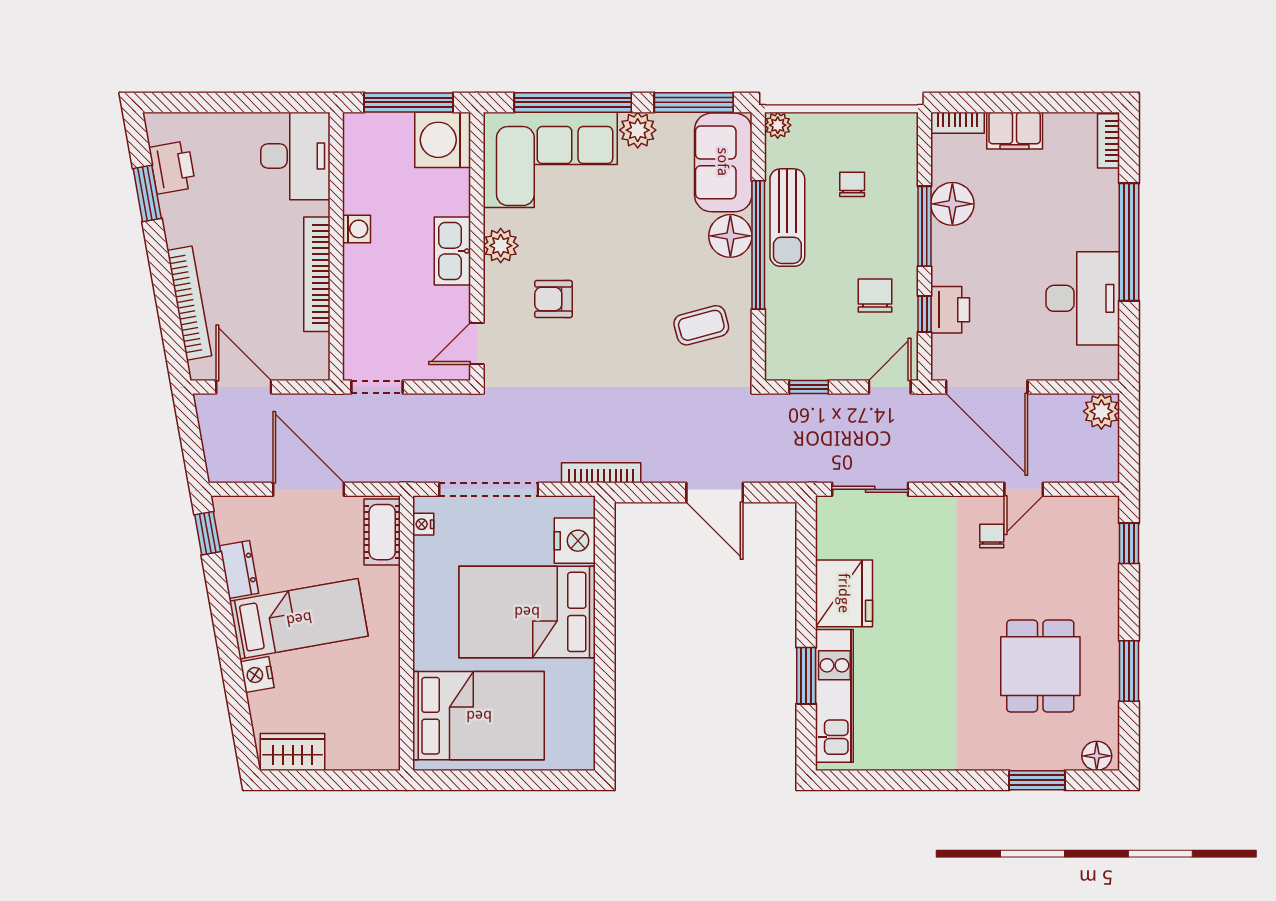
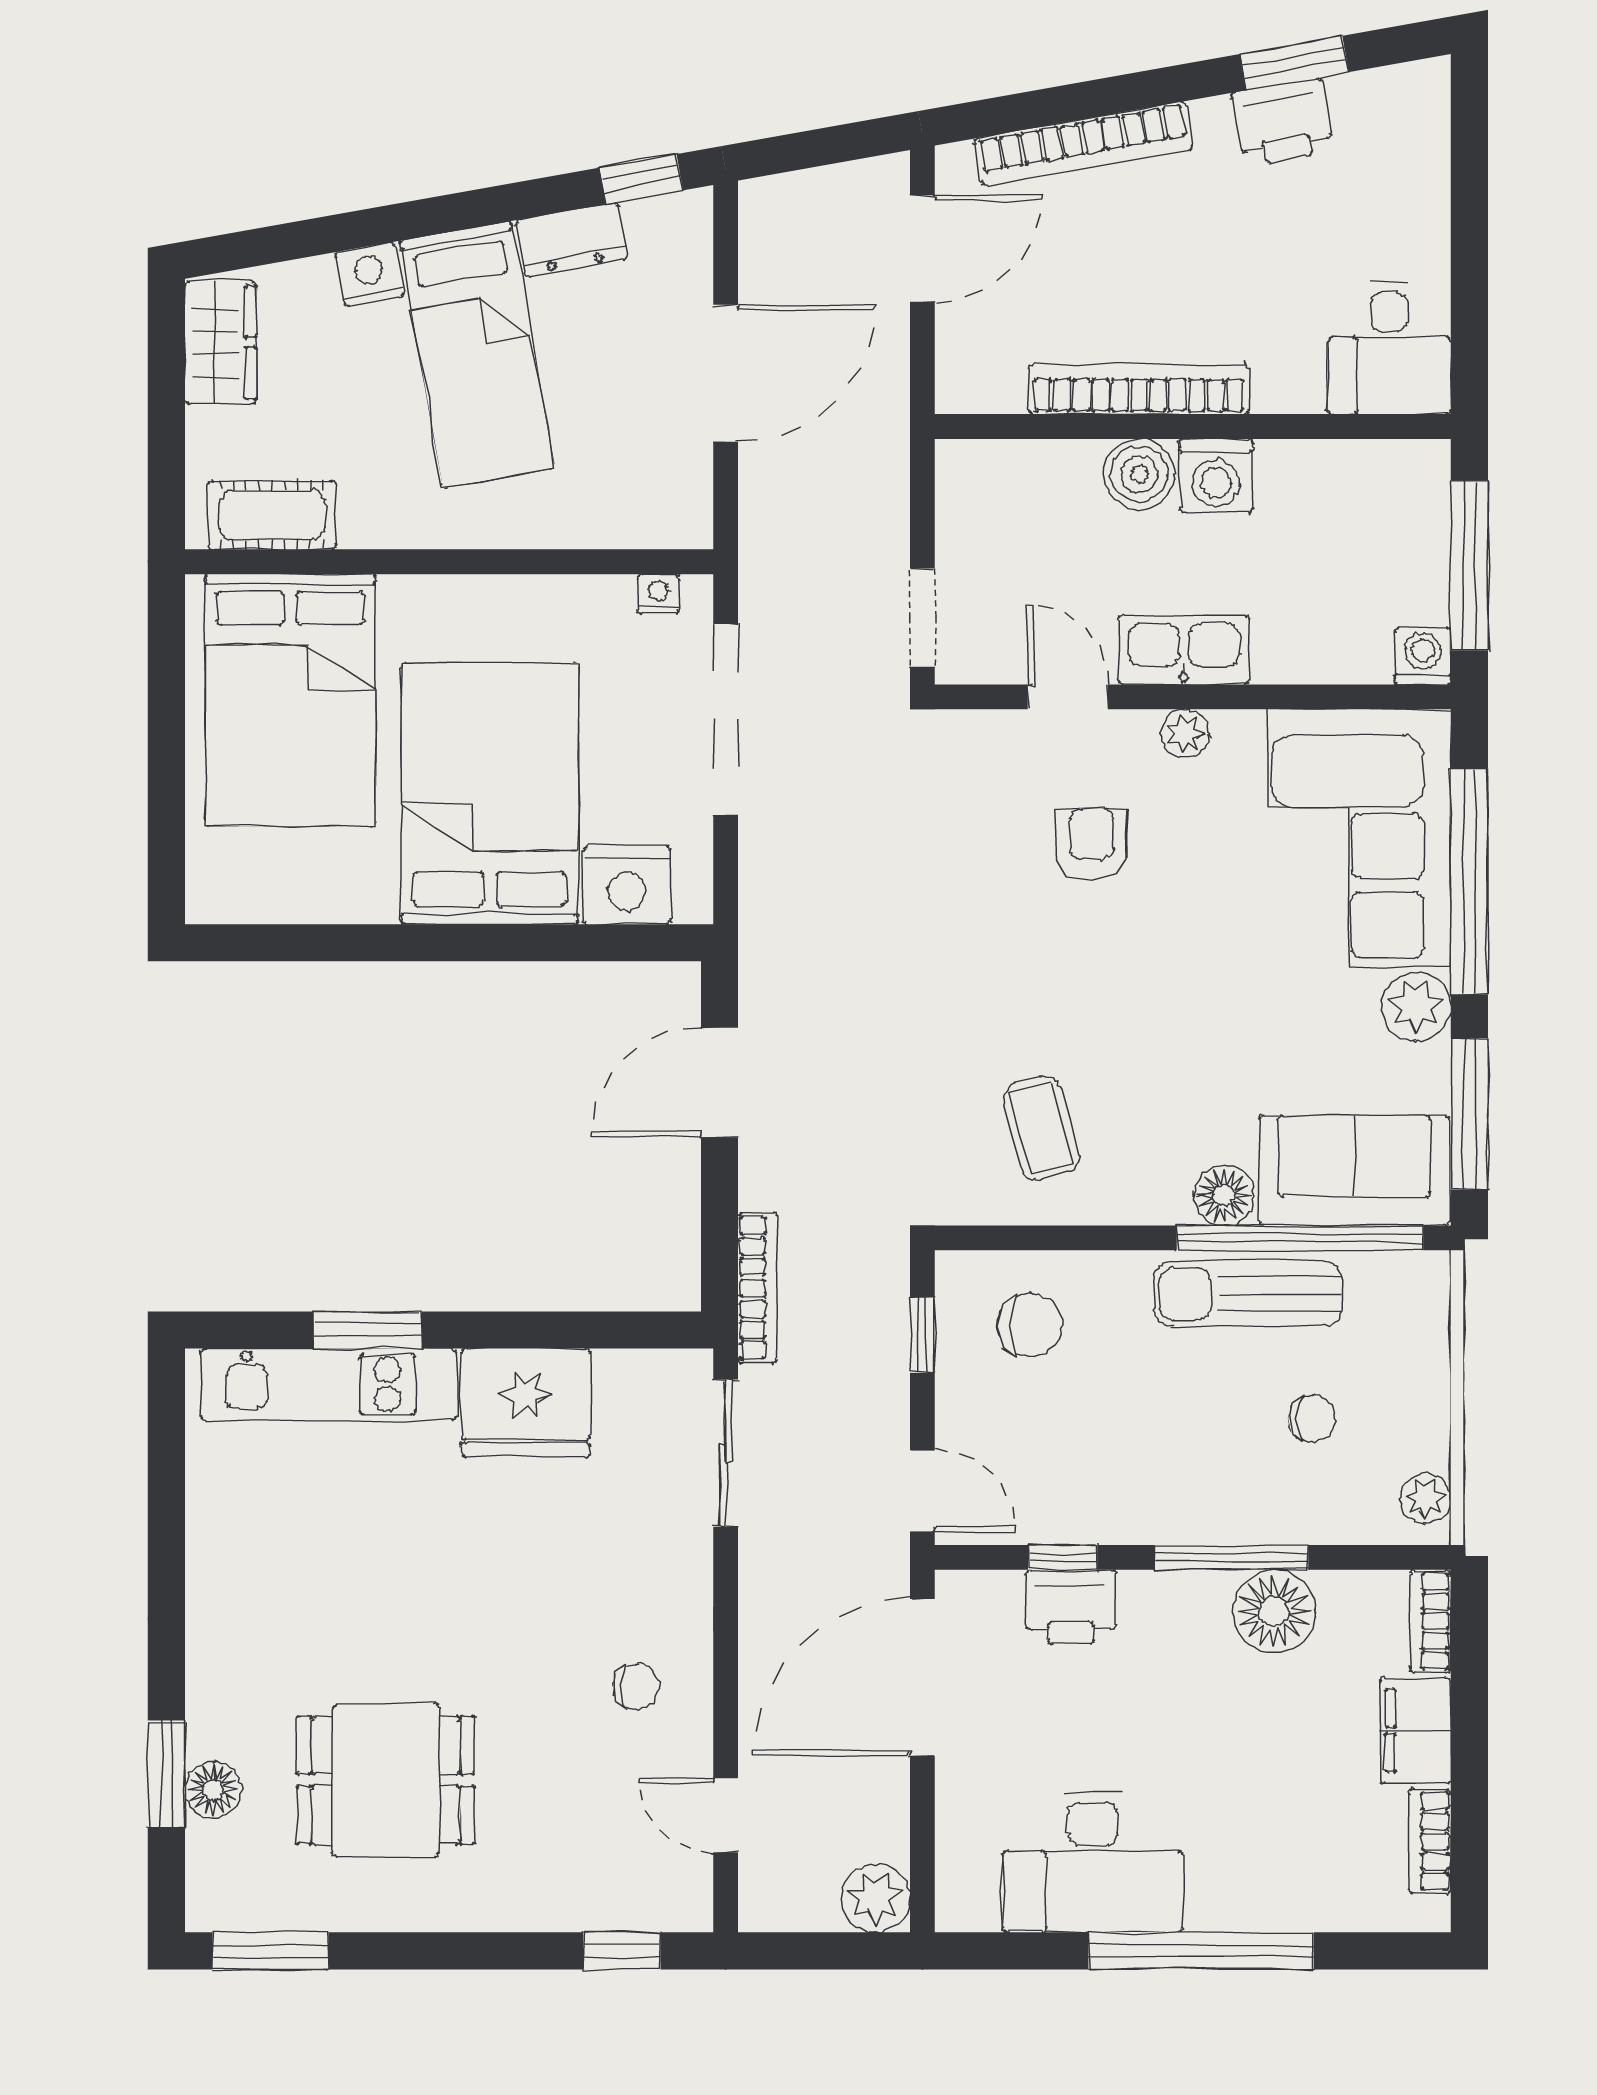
plant: (778, 125) -> (1426, 1499), moved
washing machine: (443, 140) -> (1423, 656), width x0.53, depth x0.53
bookcase: (1109, 141) -> (1430, 1841), moved, turned -90
desk: (295, 156) -> (1389, 348), width x0.73
printer: (172, 167) -> (1283, 122), moved
washing machine: (356, 229) -> (1216, 476), width x1.38, depth x1.38
floor lamp: (730, 236) -> (1224, 1195), width x0.73, depth x0.73
window: (758, 245) -> (1300, 1238), moved
plant: (501, 246) -> (1185, 734), width x0.73, depth x0.73
boiler: (361, 274) -> (1139, 474), added
chair: (875, 296) -> (1030, 1325), moved
door: (477, 344) -> (1068, 697), moved
doorway: (377, 387) -> (922, 618), moved
bookcase: (601, 473) -> (757, 1288), moved
door: (1024, 489) -> (726, 1815), moved
door: (715, 492) -> (720, 1082), moved
cot: (382, 532) -> (272, 515), moved
window: (1129, 671) -> (271, 1951), moved
floor lamp: (1097, 756) -> (213, 1790), moved

